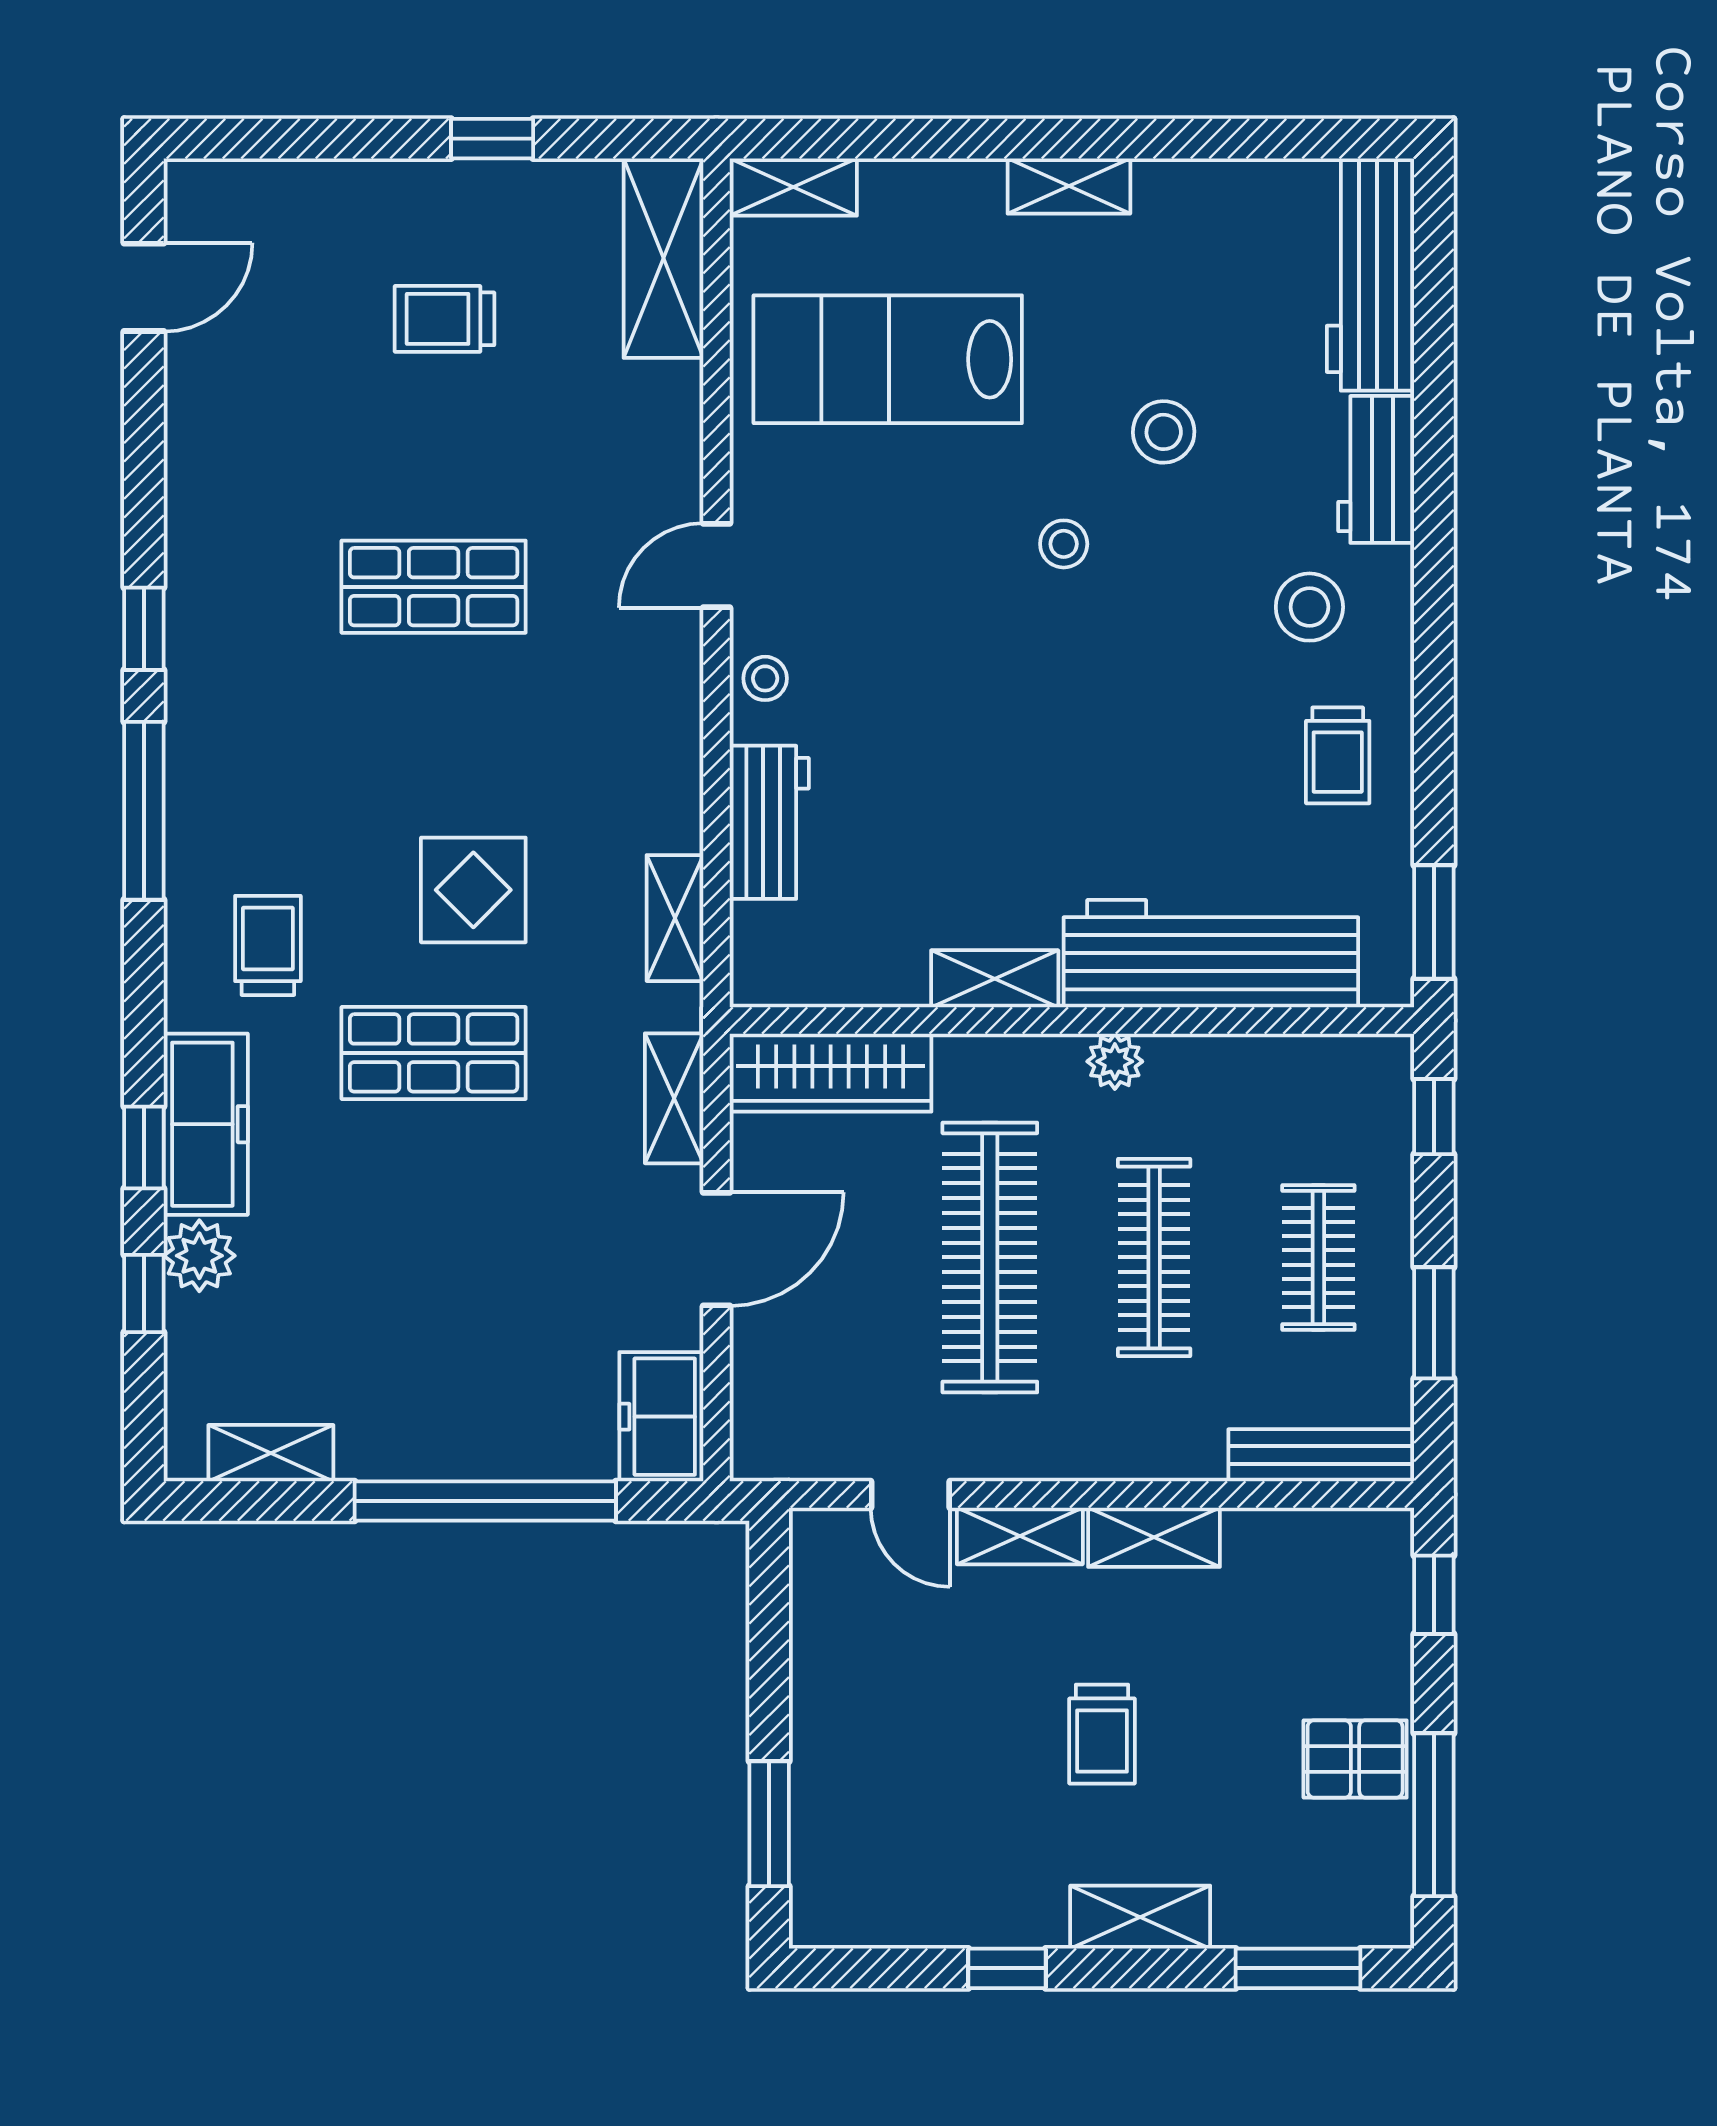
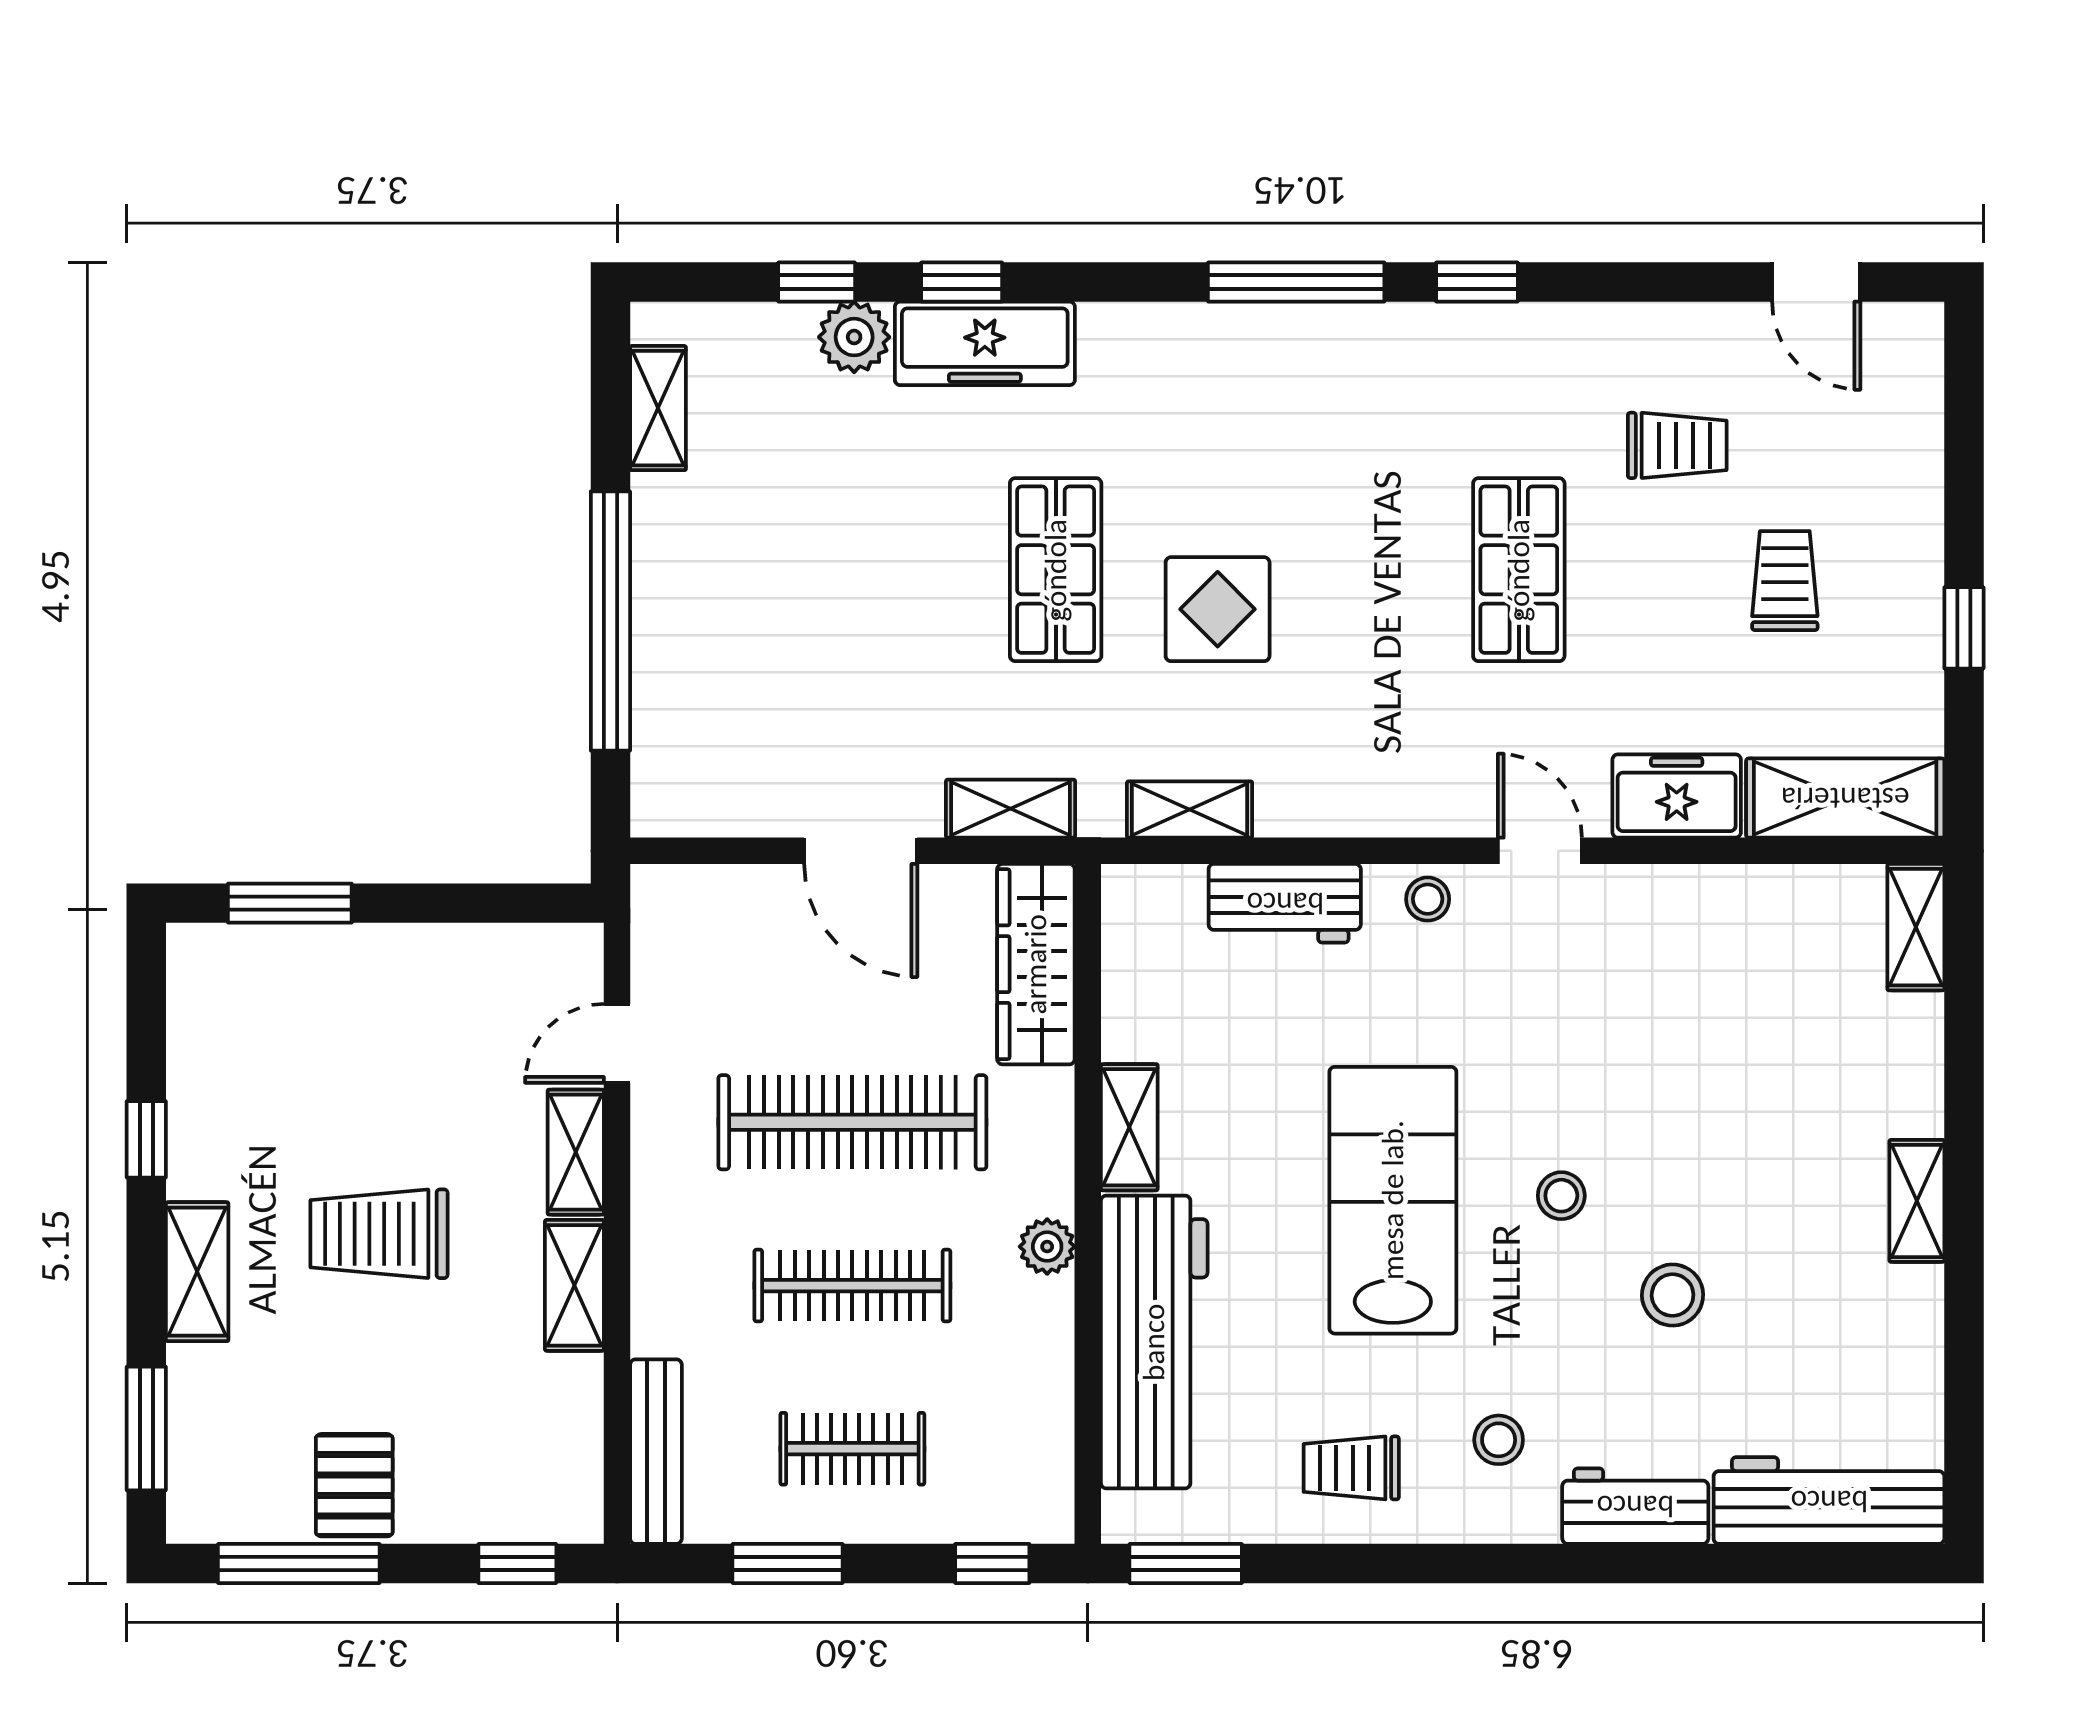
lab bench: (888, 359) -> (1393, 1200), moved
stool: (1309, 607) -> (1499, 1440), width x0.73, depth x0.73
trolley: (268, 945) -> (1677, 445), moved
freezer: (661, 1417) -> (1677, 796), moved
trolley: (1102, 1734) -> (379, 1234), width x1.36, depth x1.39

